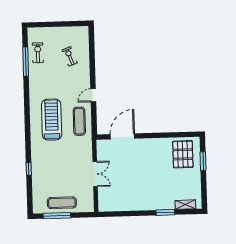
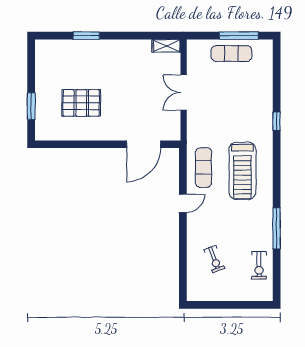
window: (26, 62) -> (277, 228), moved
pallet: (183, 154) -> (81, 103), moved, turned 90
window: (29, 169) -> (277, 121), moved
shelving: (185, 205) -> (166, 46), moved

